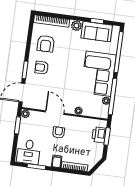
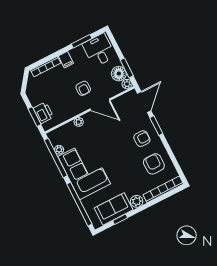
floor lamp: (26, 125) -> (119, 74), added

